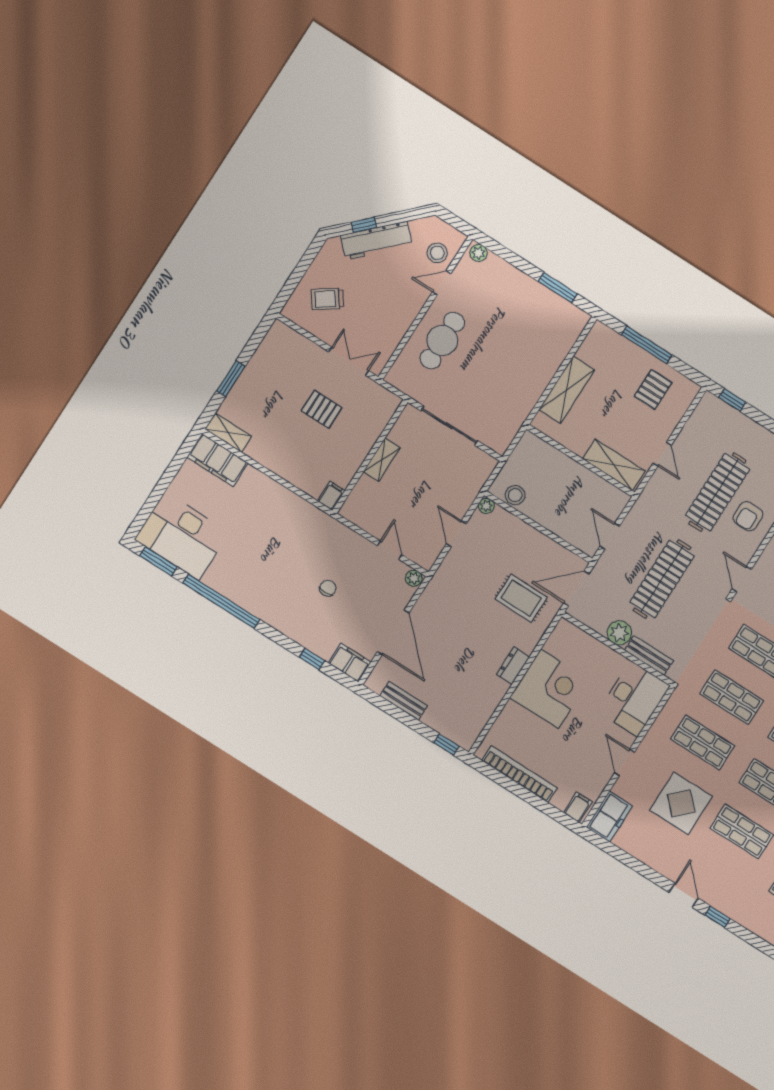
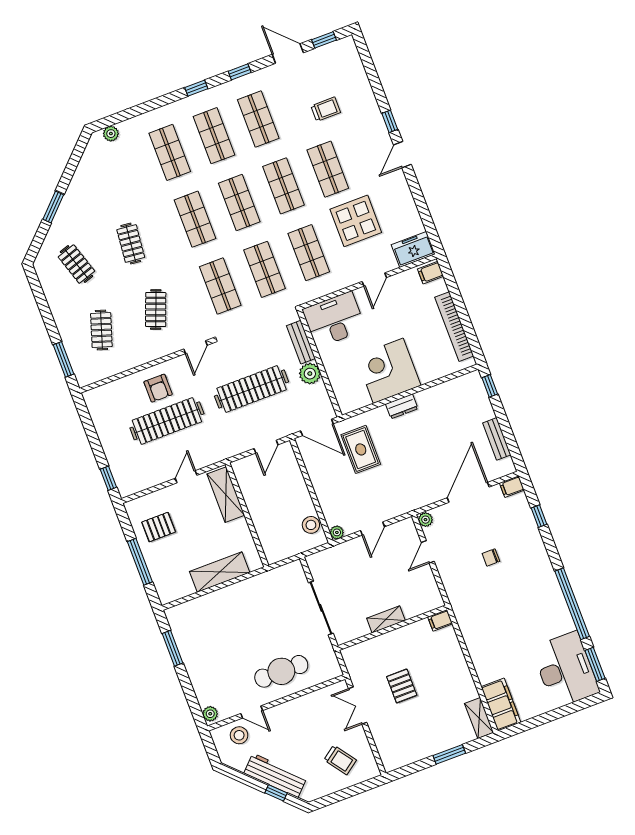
armchair: (748, 516) -> (158, 388), turned 90
filing cabinet: (350, 663) -> (512, 487), width x0.50

